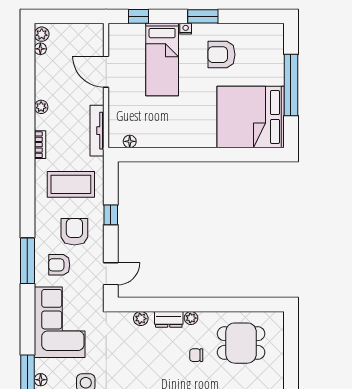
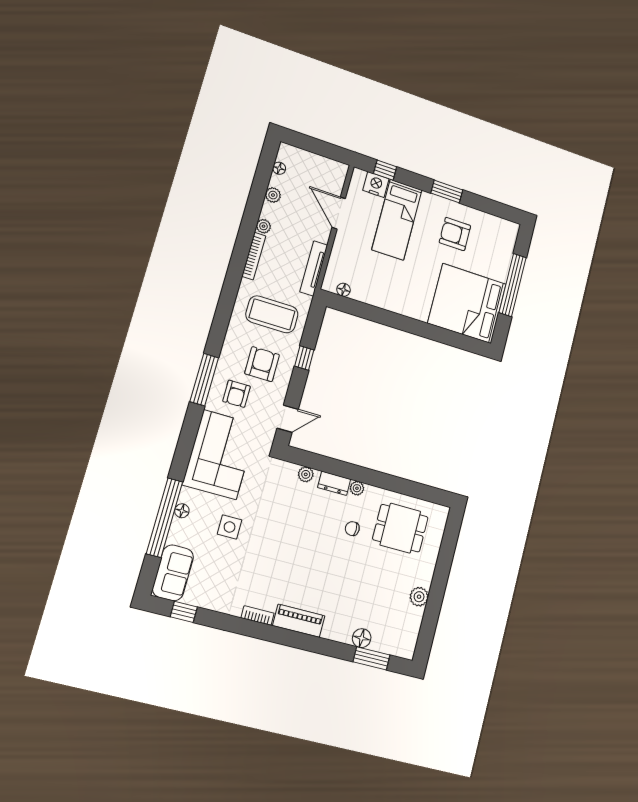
nightstand: (186, 29) -> (376, 185), moved, width x1.89, depth x1.79
plant: (42, 34) -> (273, 195), moved
bookcase: (40, 145) -> (254, 256), width x1.56
armchair: (59, 265) -> (236, 394), turned -90

